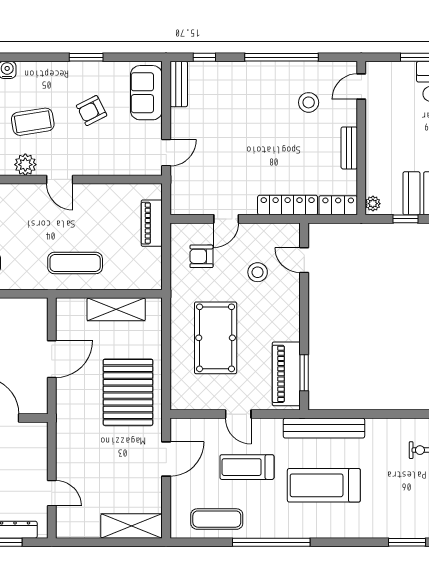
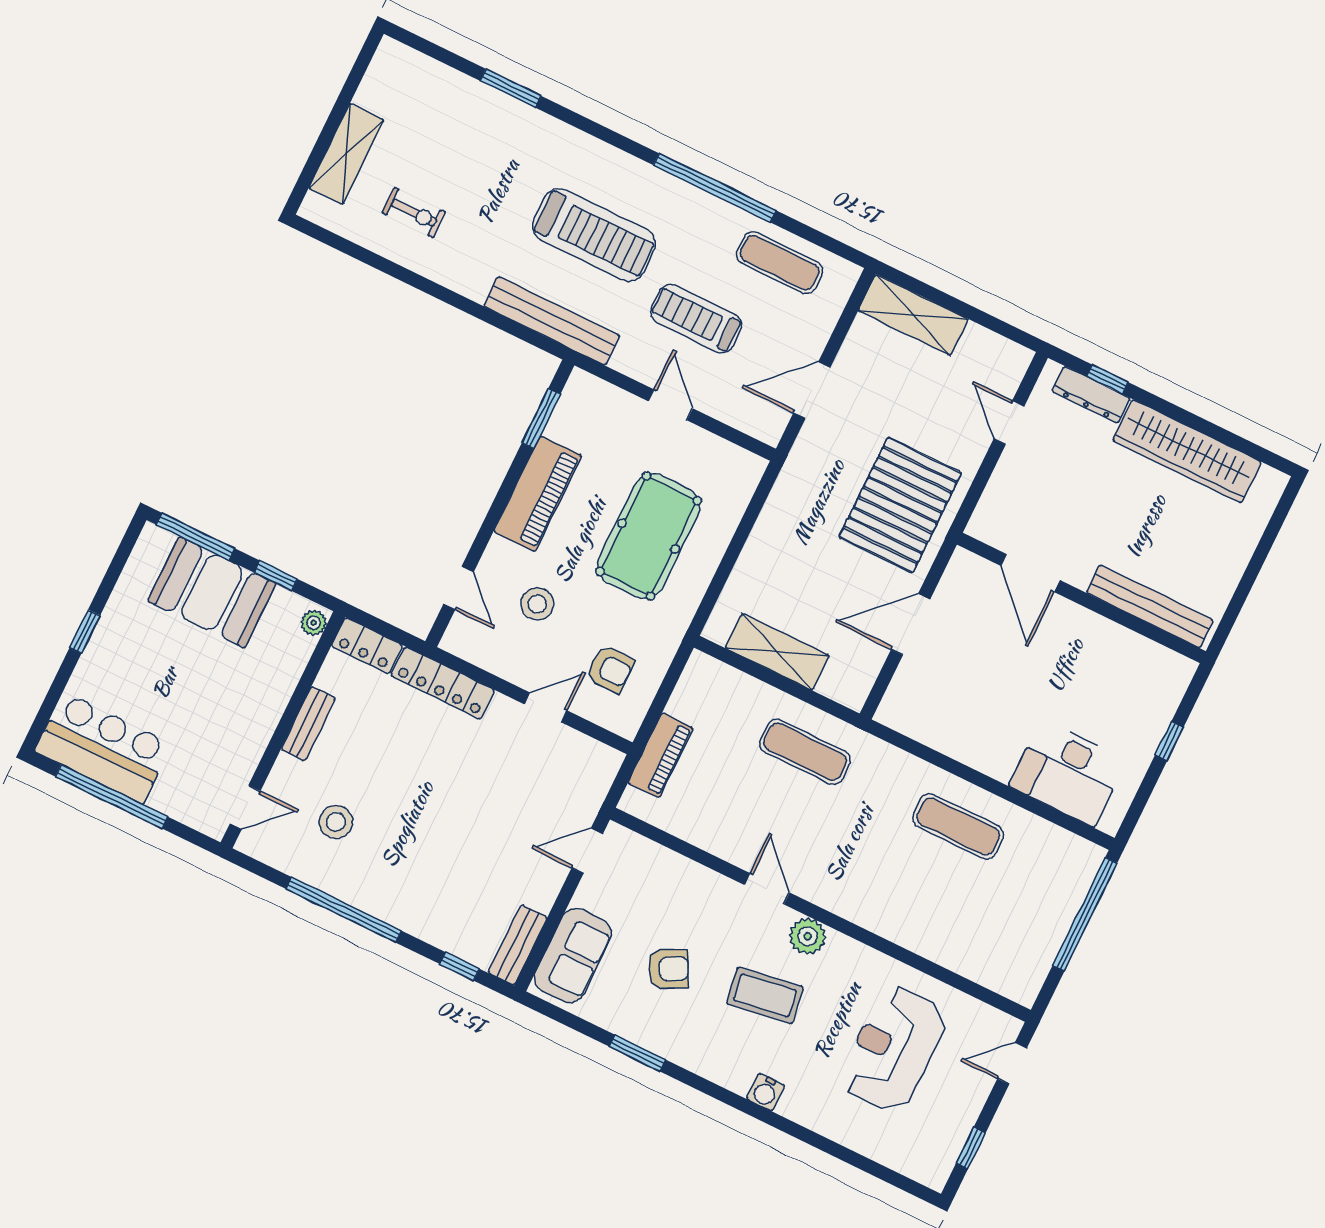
piano: (286, 374) -> (538, 494), moved
pallet: (128, 392) -> (900, 505), moved
treadmill: (247, 467) -> (696, 319), turned 180

